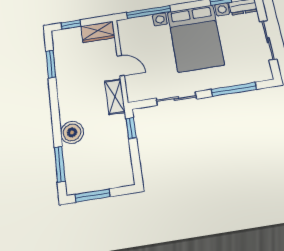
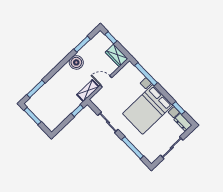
door: (121, 66) -> (106, 81), swing flipped
boiler: (72, 132) -> (76, 62), moved

